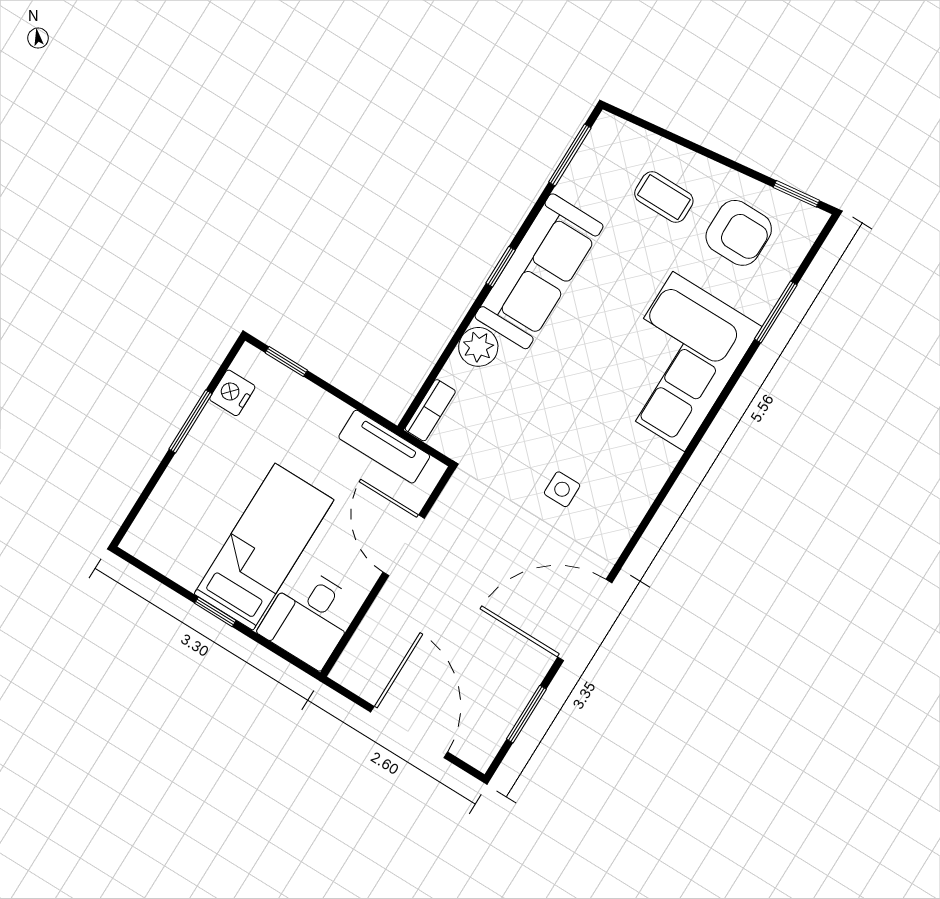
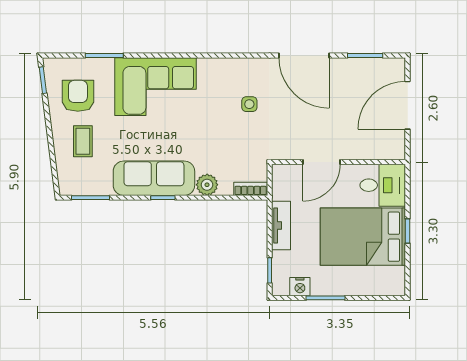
tv unit: (384, 447) -> (281, 225), moved
bed: (264, 547) -> (363, 237), width x1.50

